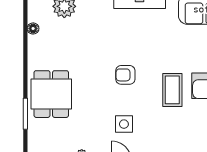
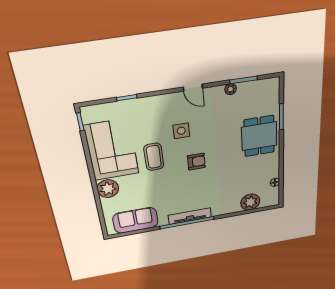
side table: (124, 124) -> (181, 131), moved

